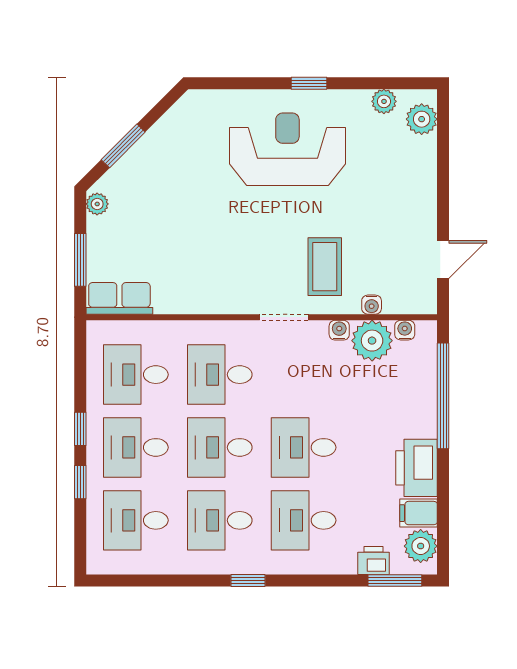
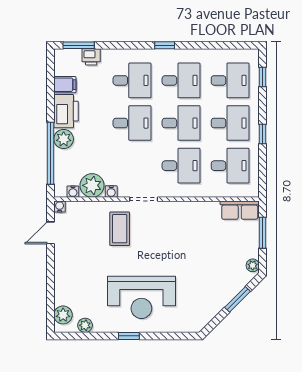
water cooler: (372, 305) -> (60, 207), moved
window: (80, 482) -> (263, 77), moved
plant: (421, 546) -> (64, 139), moved

